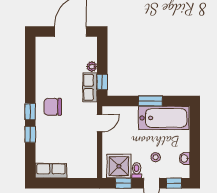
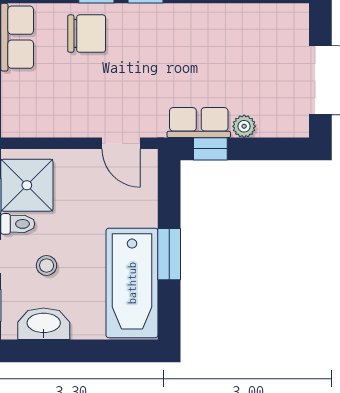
chair: (53, 107) -> (87, 34), moved, turned 90
washbasin: (185, 158) -> (44, 324), width x1.91, depth x1.45

